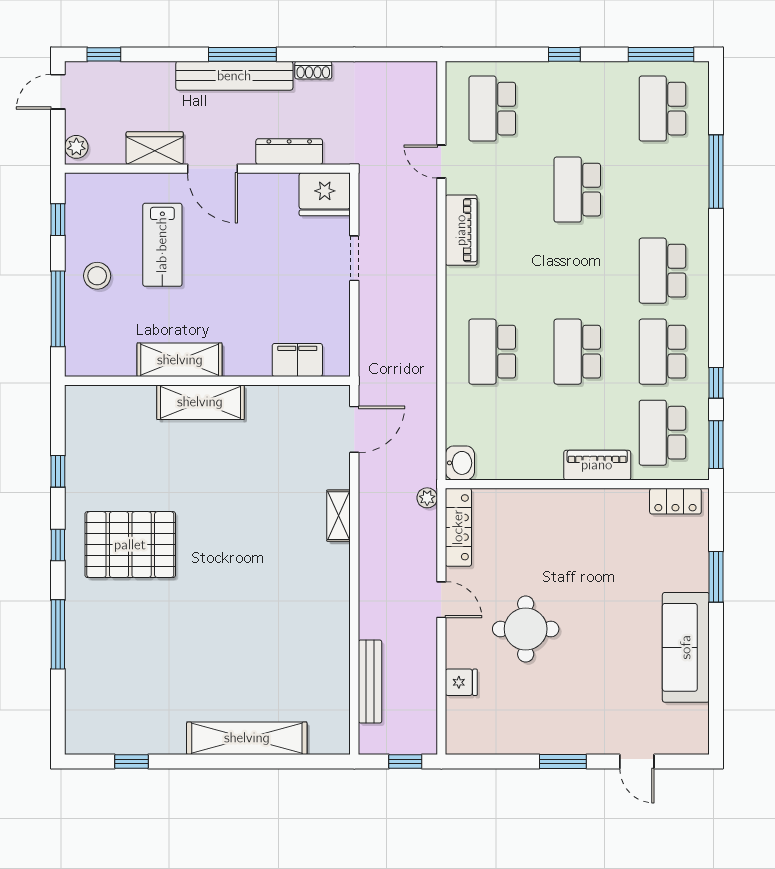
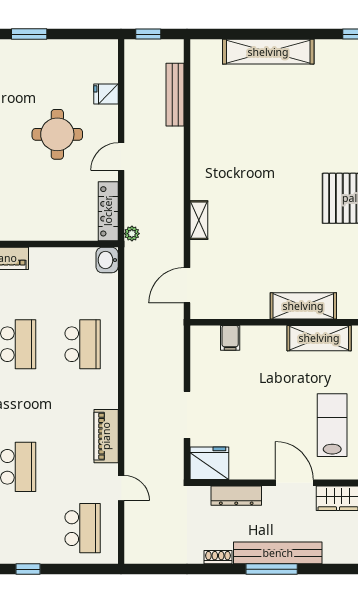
doorway: (354, 258) -> (187, 415), width x1.38
filing cabinet: (297, 360) -> (230, 338), width x0.50
door: (441, 600) -> (121, 157), hinge flipped

